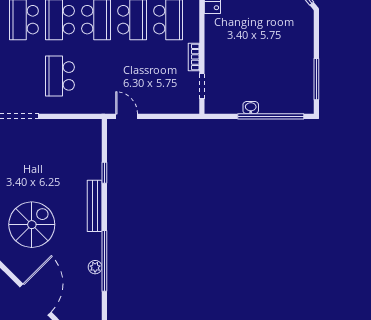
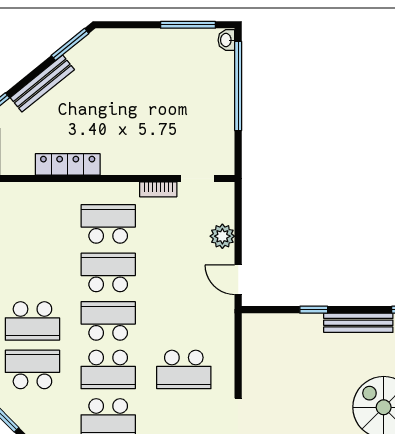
plant: (159, 105) -> (222, 236), added
washbasin: (251, 108) -> (226, 40), moved
door: (127, 116) -> (238, 280), hinge flipped

